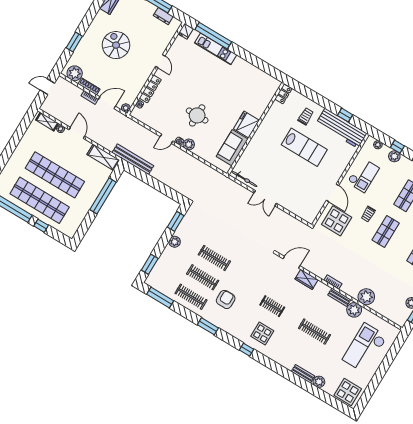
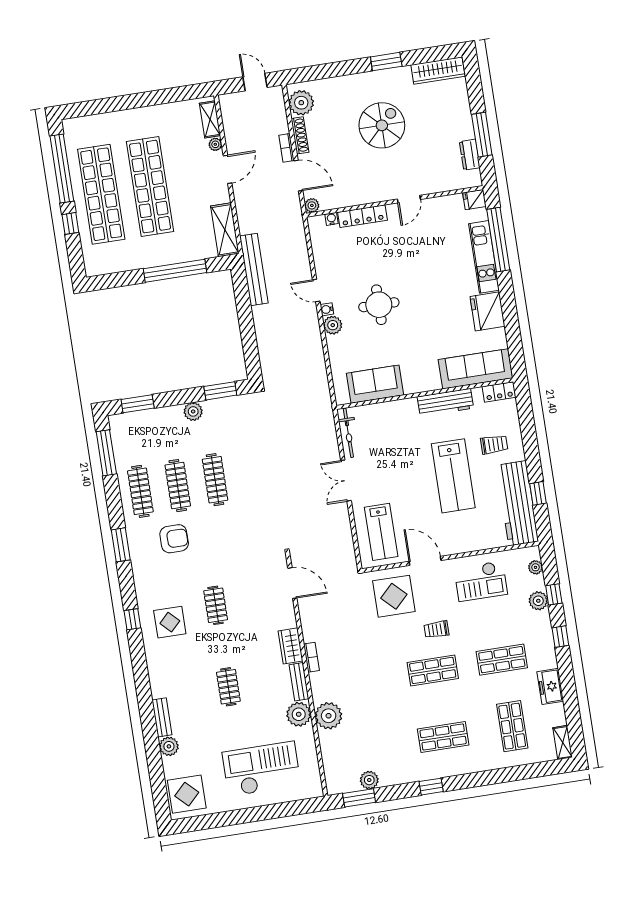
window: (74, 42) -> (386, 62), moved
sofa: (264, 96) -> (475, 369), added
workbench: (268, 123) -> (445, 402), added
fridge: (246, 125) -> (487, 311), moved, turned -90
door: (332, 193) -> (425, 561), swing flipped
lab bench: (302, 202) -> (381, 532), added
wardrobe: (307, 279) -> (291, 646), moved
clothes rail: (314, 332) -> (228, 687), width x0.73

